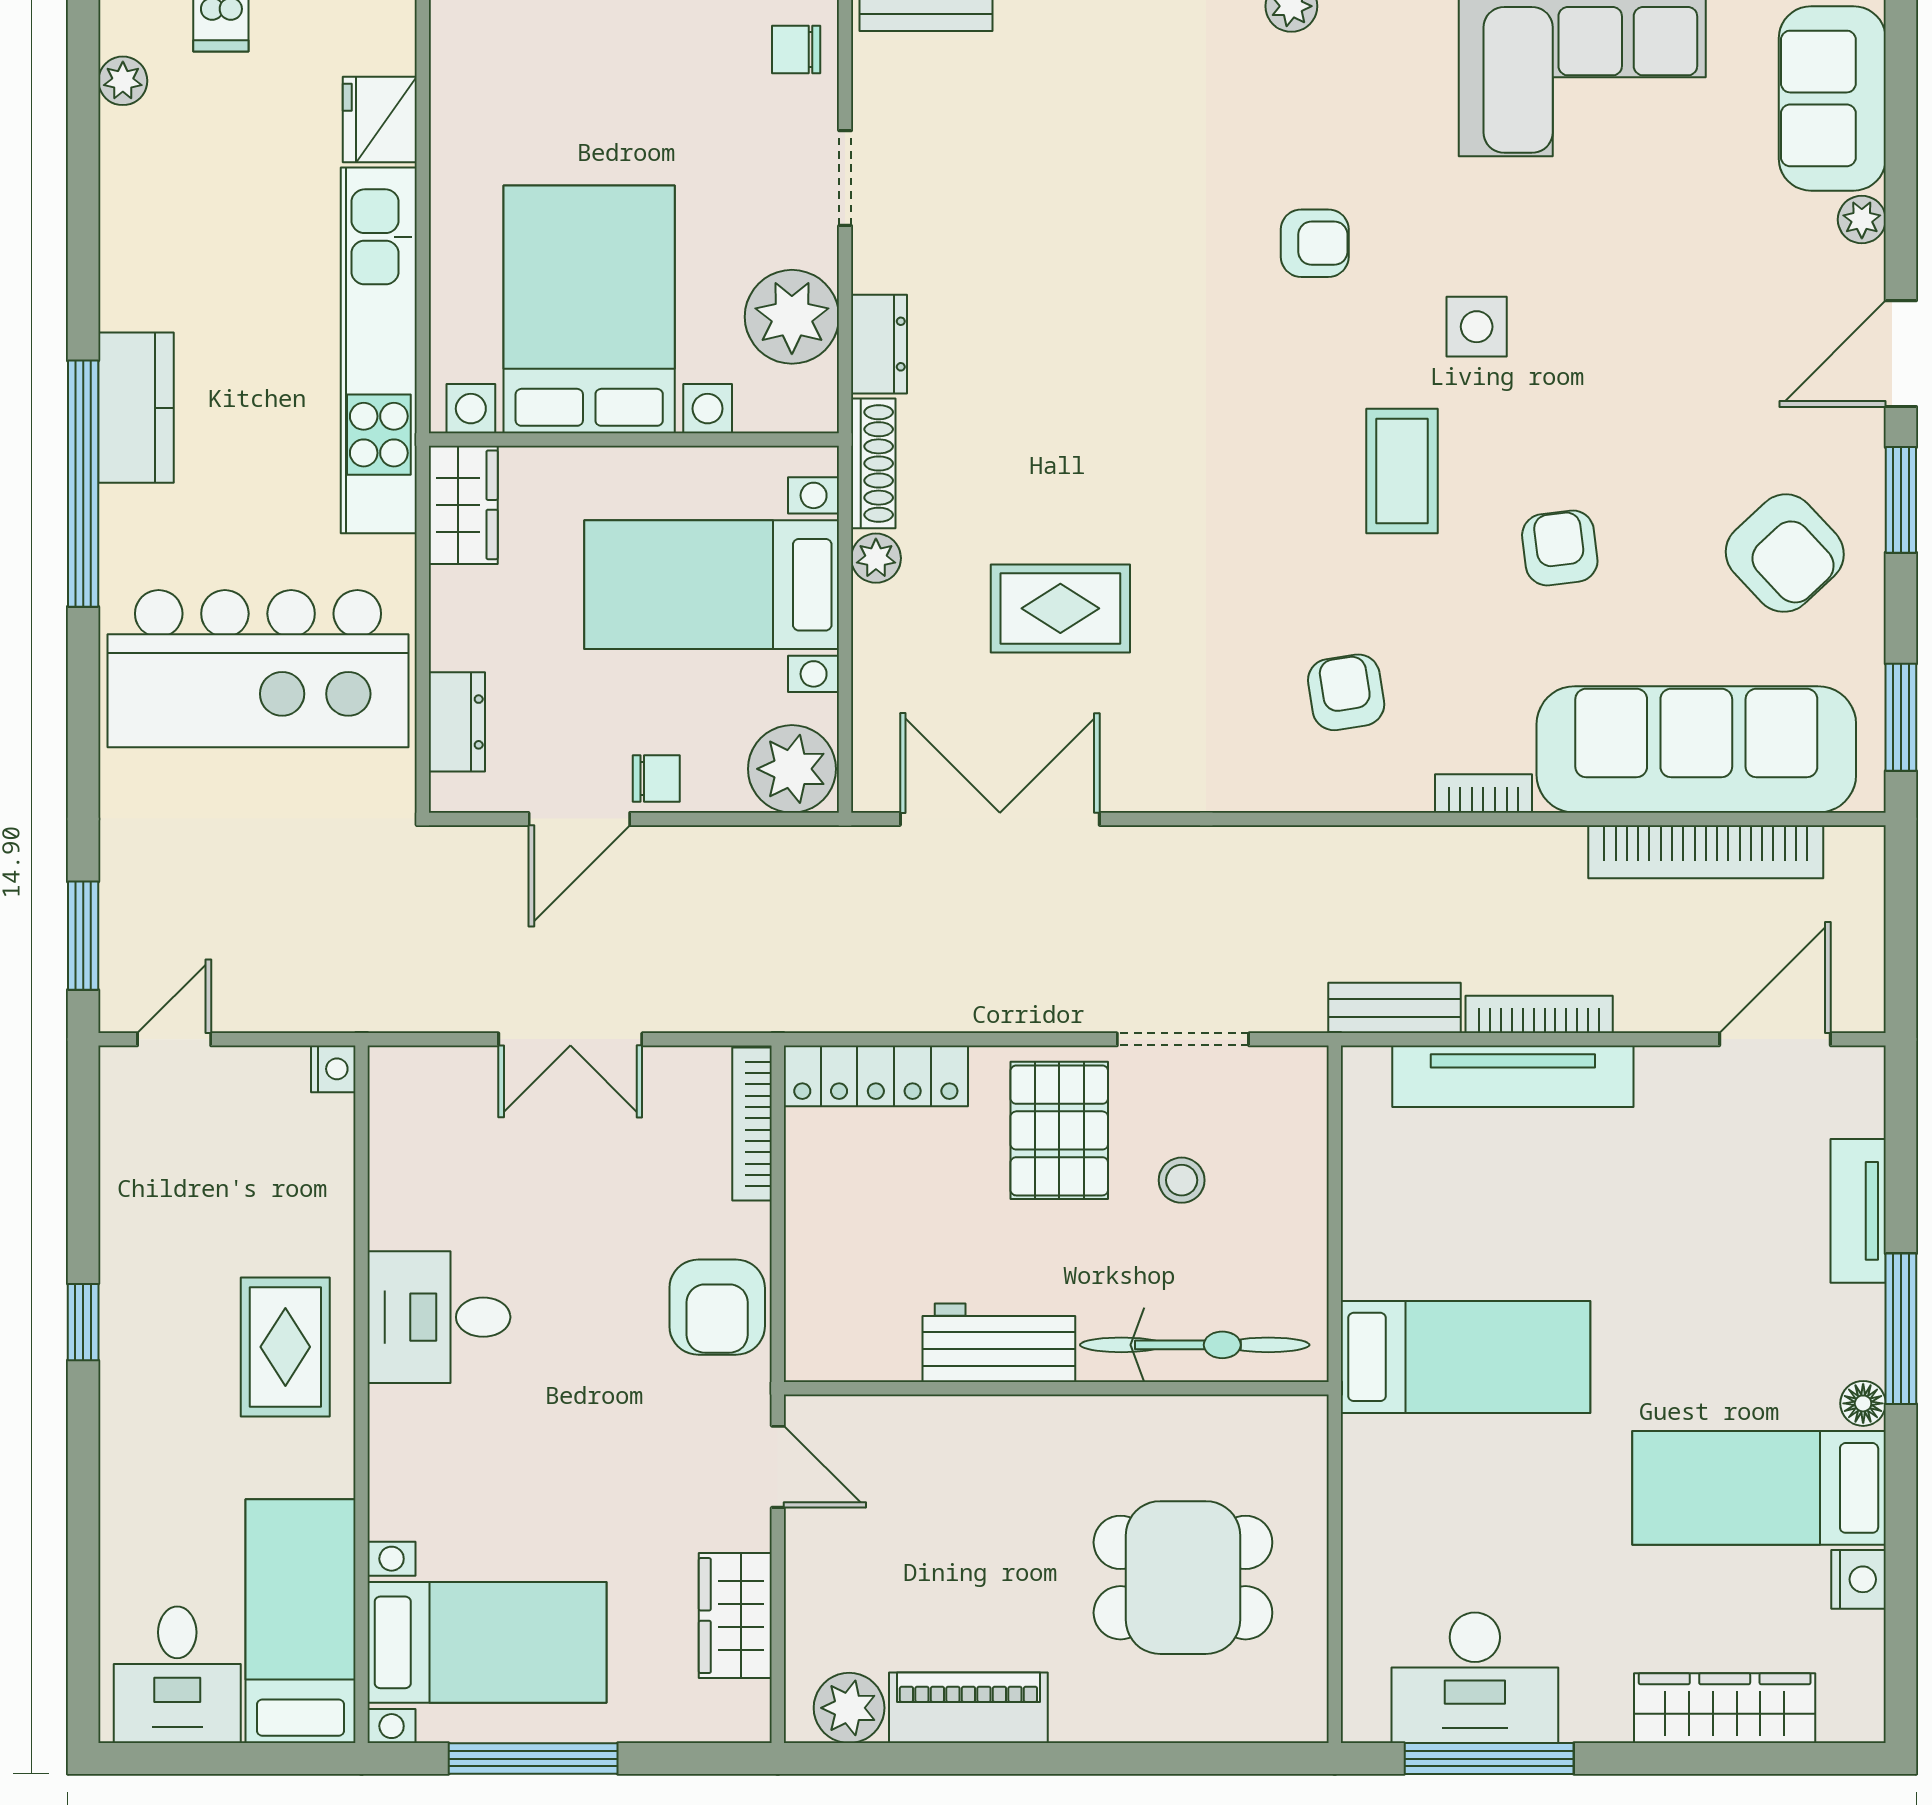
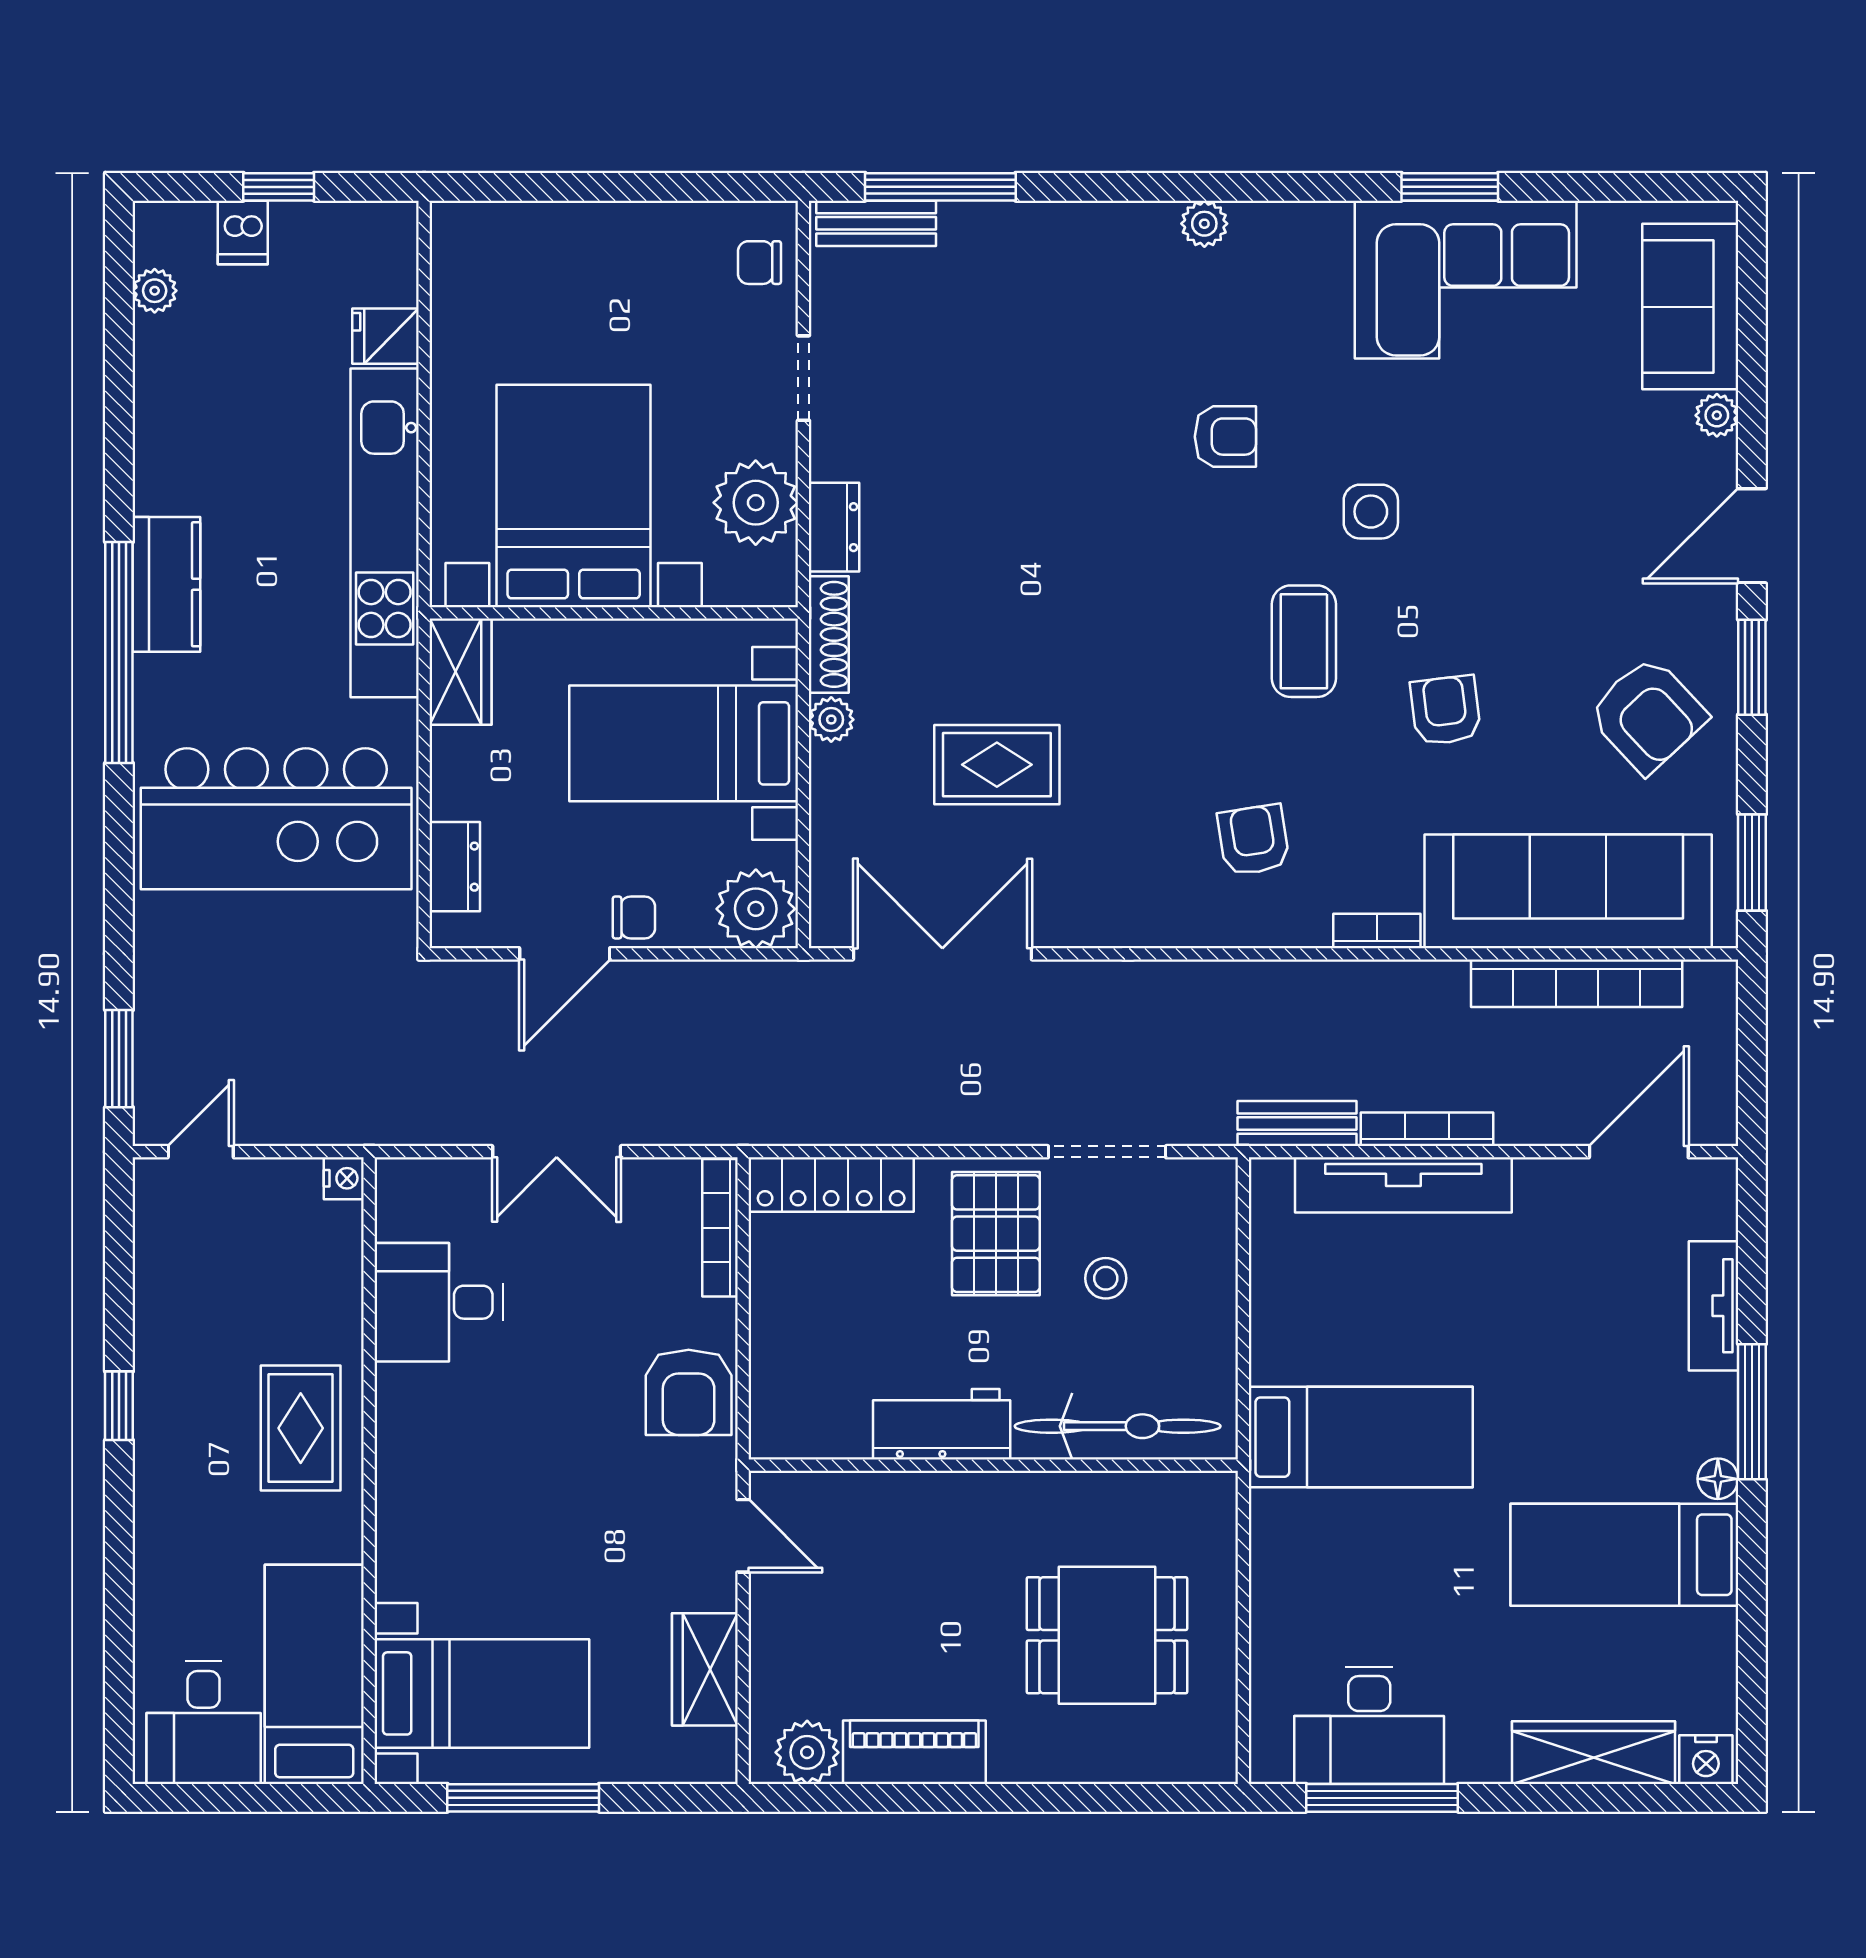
fridge: (380, 120) -> (385, 336), width x0.72
desk: (439, 1317) -> (439, 1302), moved
nightstand: (1858, 1579) -> (1706, 1760), moved, turned 90

